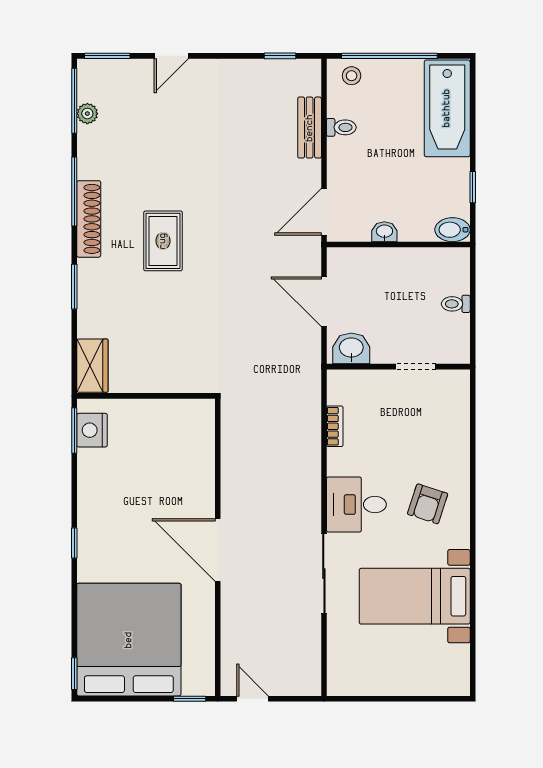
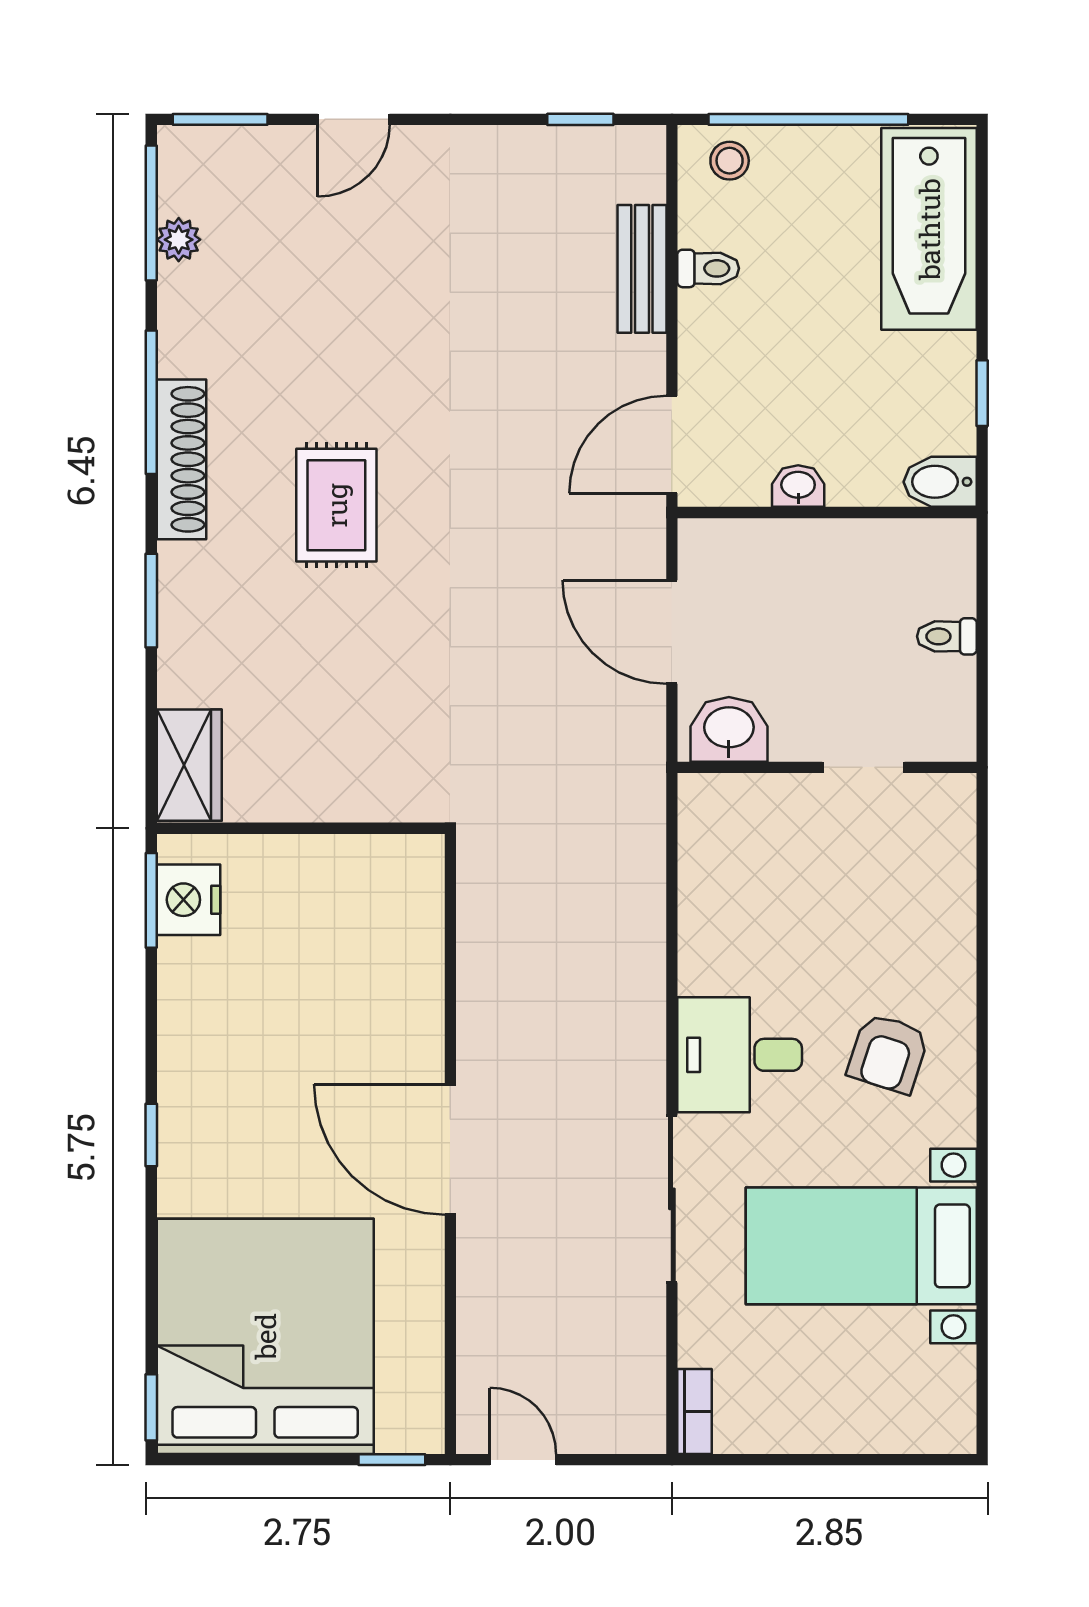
bookcase: (335, 426) -> (694, 1412), moved

